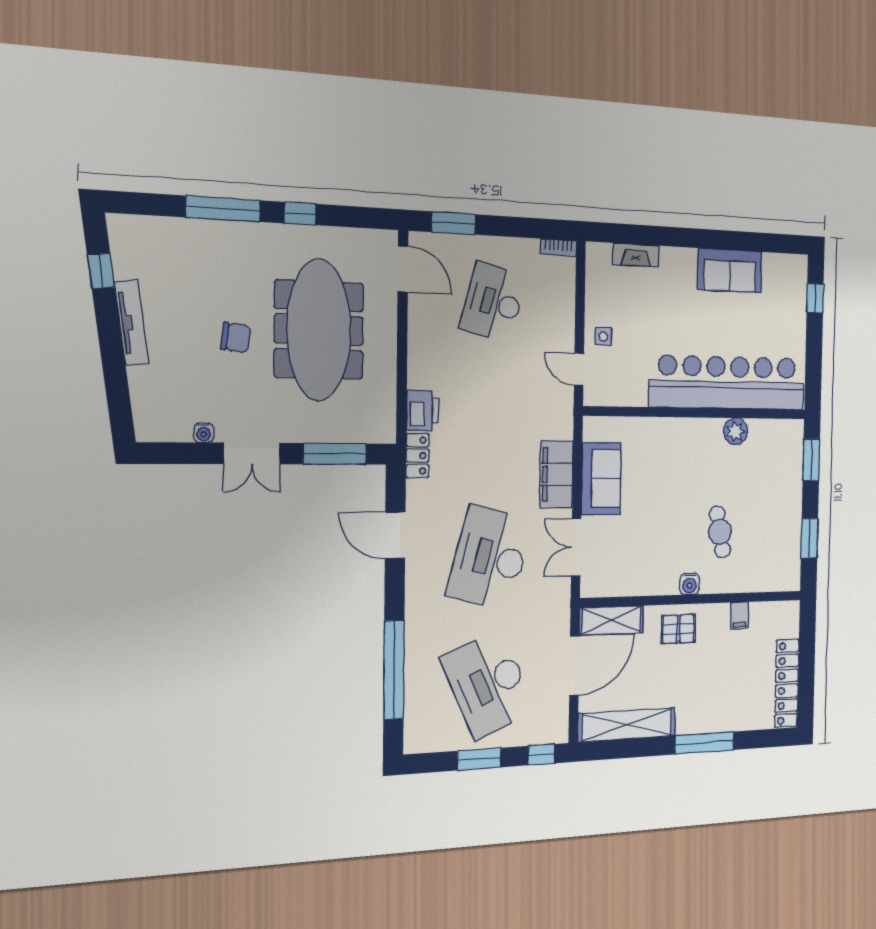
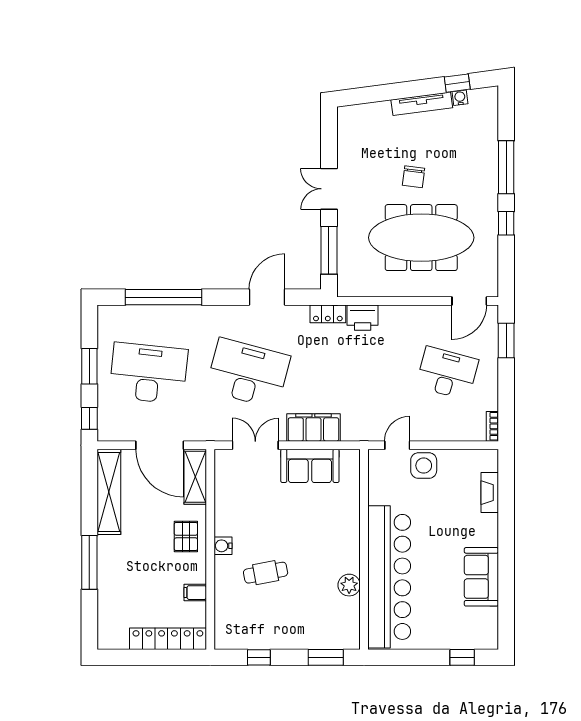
side table: (603, 337) -> (424, 466), width x1.87, depth x1.87
water cooler: (204, 433) -> (460, 98), moved, turned 83
window: (809, 538) -> (259, 657), width x0.67
locker: (787, 683) -> (168, 639), moved
desk: (488, 684) -> (148, 373), turned 30

